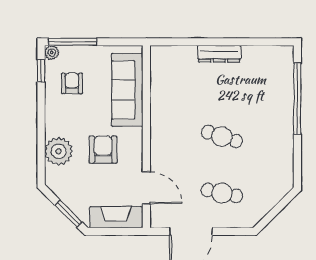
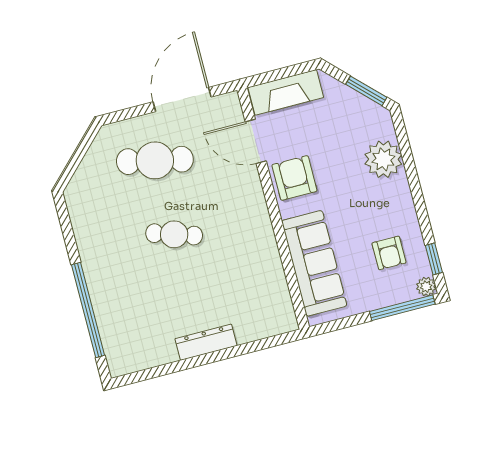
armchair: (103, 150) -> (294, 178), moved, turned 180
cafe table: (222, 193) -> (155, 160), width x1.37, depth x1.35
window: (69, 214) -> (366, 91), moved

